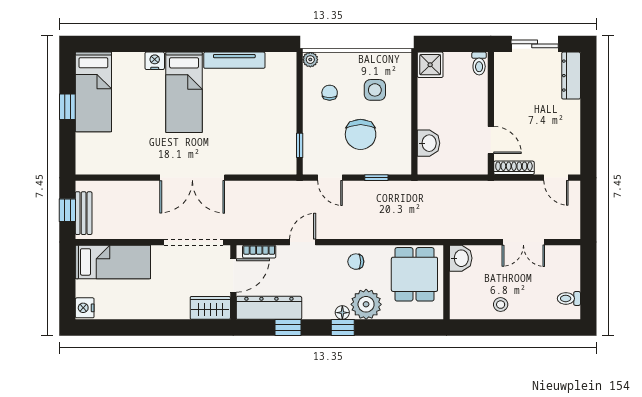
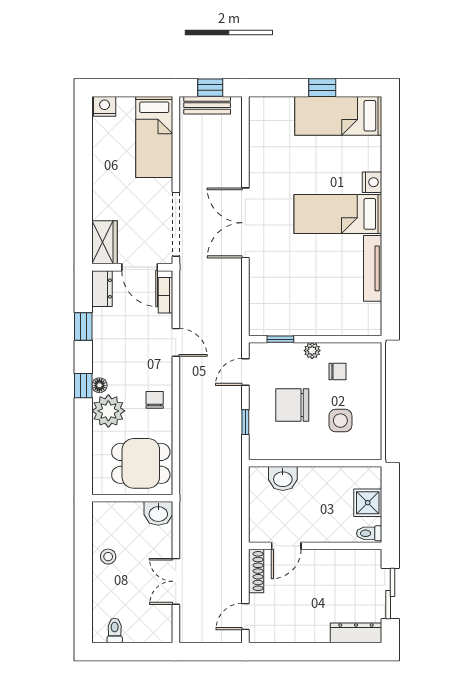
plant: (310, 60) -> (312, 351), moved
shower: (430, 65) -> (368, 503), moved
dresser: (269, 308) -> (102, 289), width x0.51, depth x0.80

